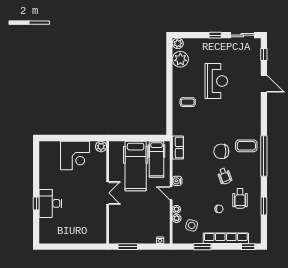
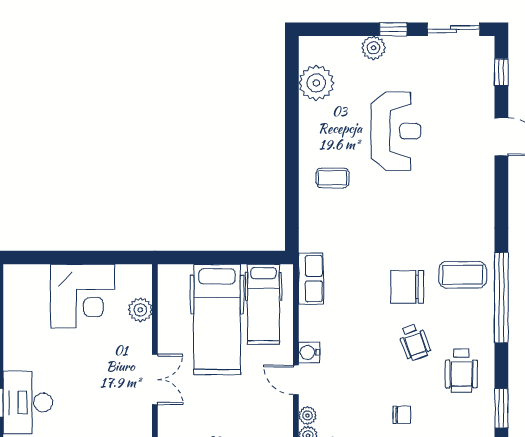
plant: (178, 43) -> (374, 48), moved
plant: (101, 146) -> (140, 310), moved
wheelchair: (240, 199) -> (461, 370), moved

